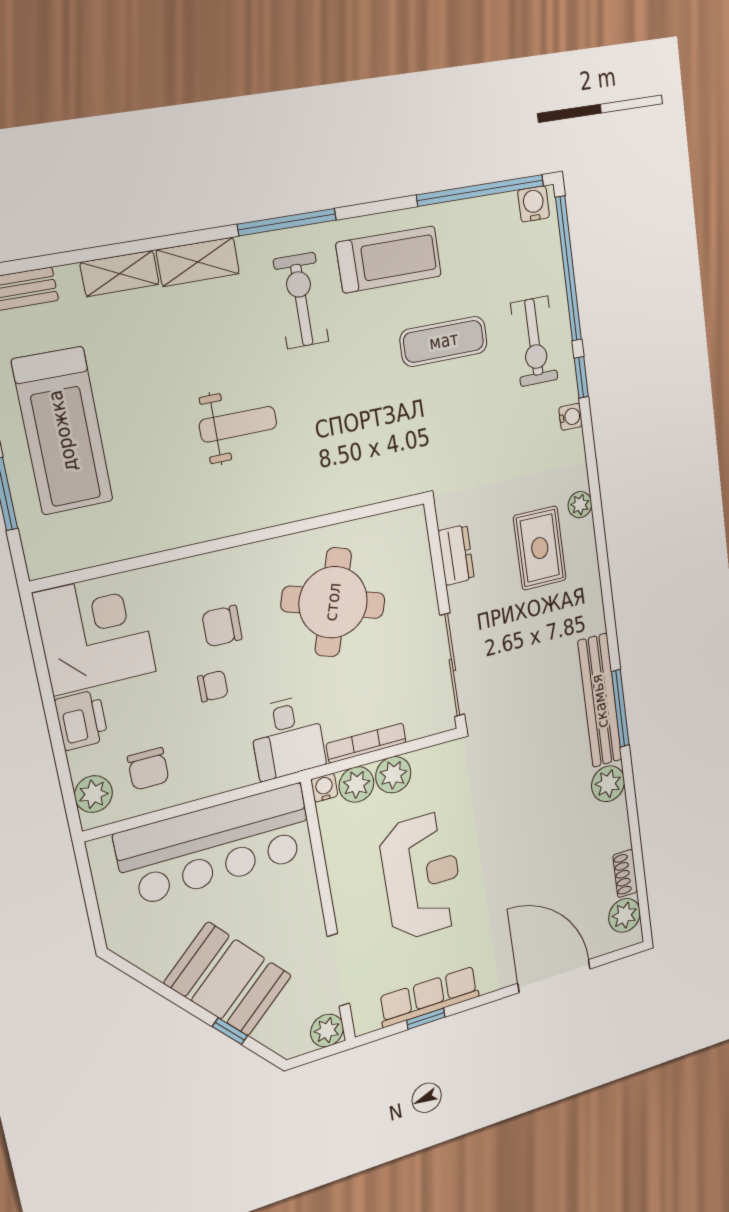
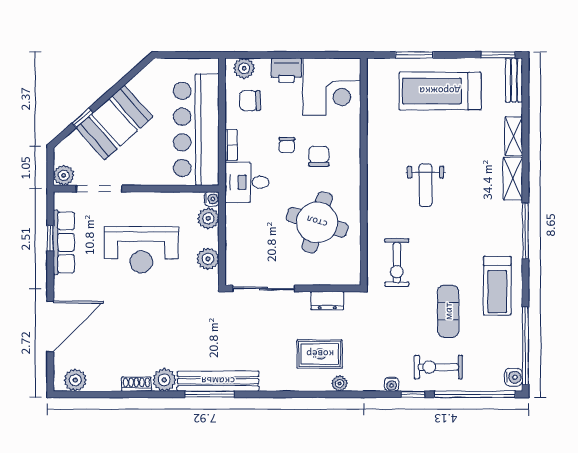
exercise bike: (301, 301) -> (397, 263), moved, turned 90
bookcase: (366, 743) -> (231, 145), moved, width x0.64
plant: (393, 775) -> (208, 259), moved
shoe rack: (625, 874) -> (136, 384), moved

